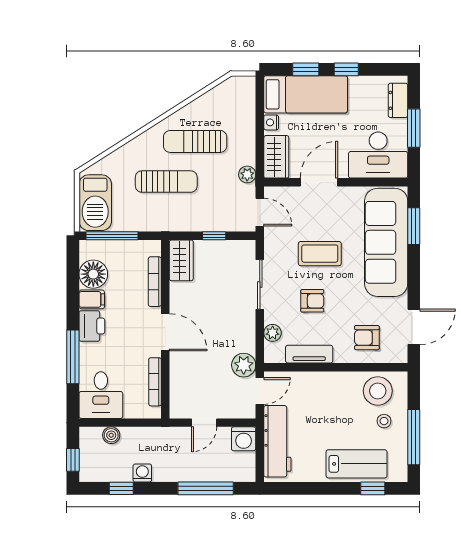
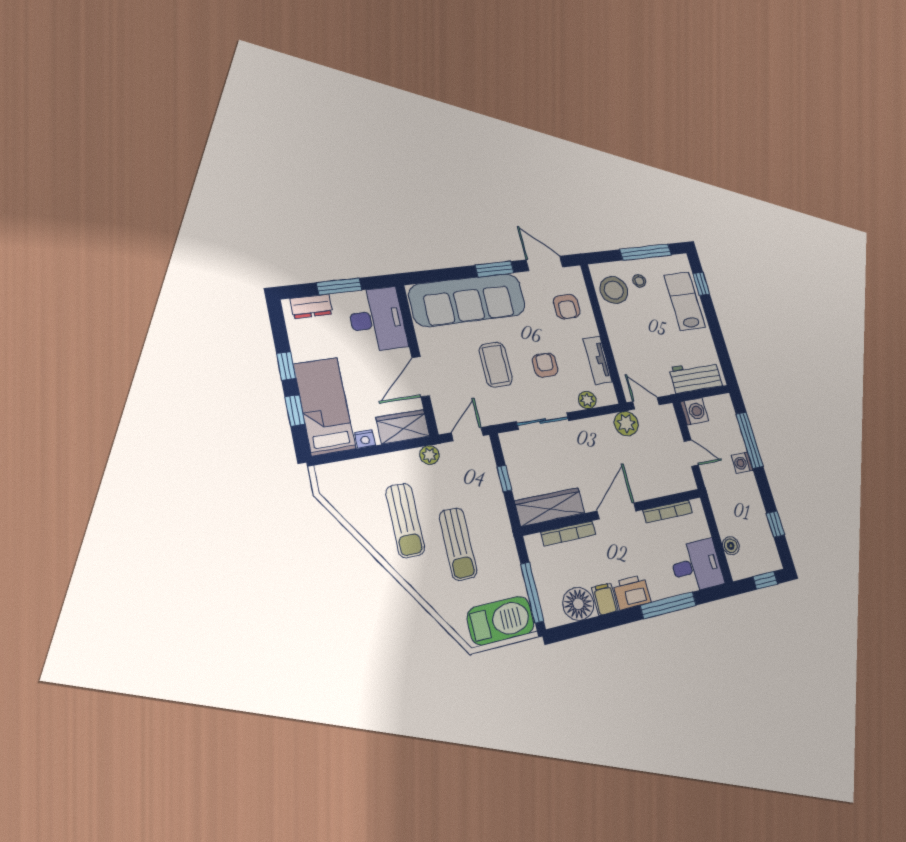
sun lounger: (166, 182) -> (458, 544), turned 180
door: (319, 182) -> (421, 377), hinge flipped
window: (414, 226) -> (495, 269), moved
wardrobe: (181, 260) -> (550, 507), width x1.50
workbench: (277, 441) -> (696, 377), width x0.73
washing machine: (142, 473) -> (742, 463), moved

